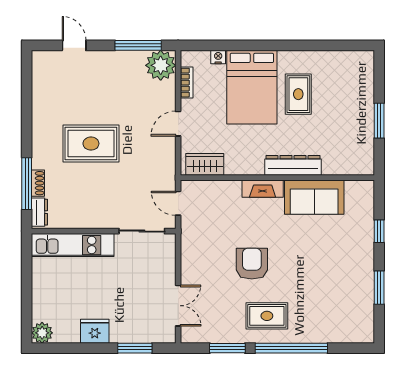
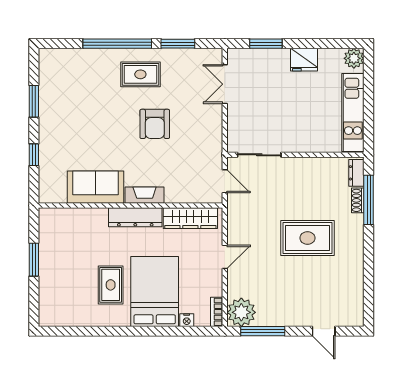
bookcase: (187, 83) -> (217, 312), moved
wardrobe: (205, 164) -> (190, 218), width x1.50
dresser: (293, 165) -> (135, 217), moved
kitchen unit: (73, 245) -> (353, 113), moved, turned -90

